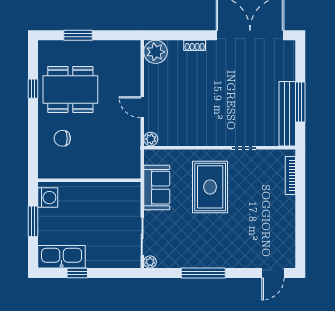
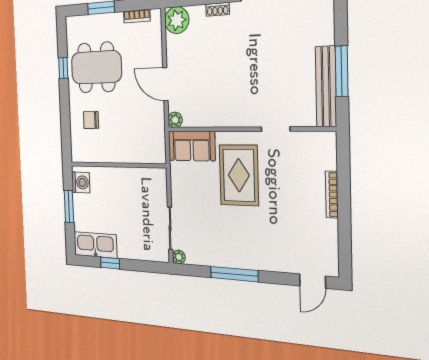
bookcase: (116, 46) -> (137, 16), added
door: (142, 107) -> (165, 84), width x1.38
bookcase: (290, 175) -> (332, 195), moved
sofa: (157, 188) -> (192, 146), moved, turned 90

